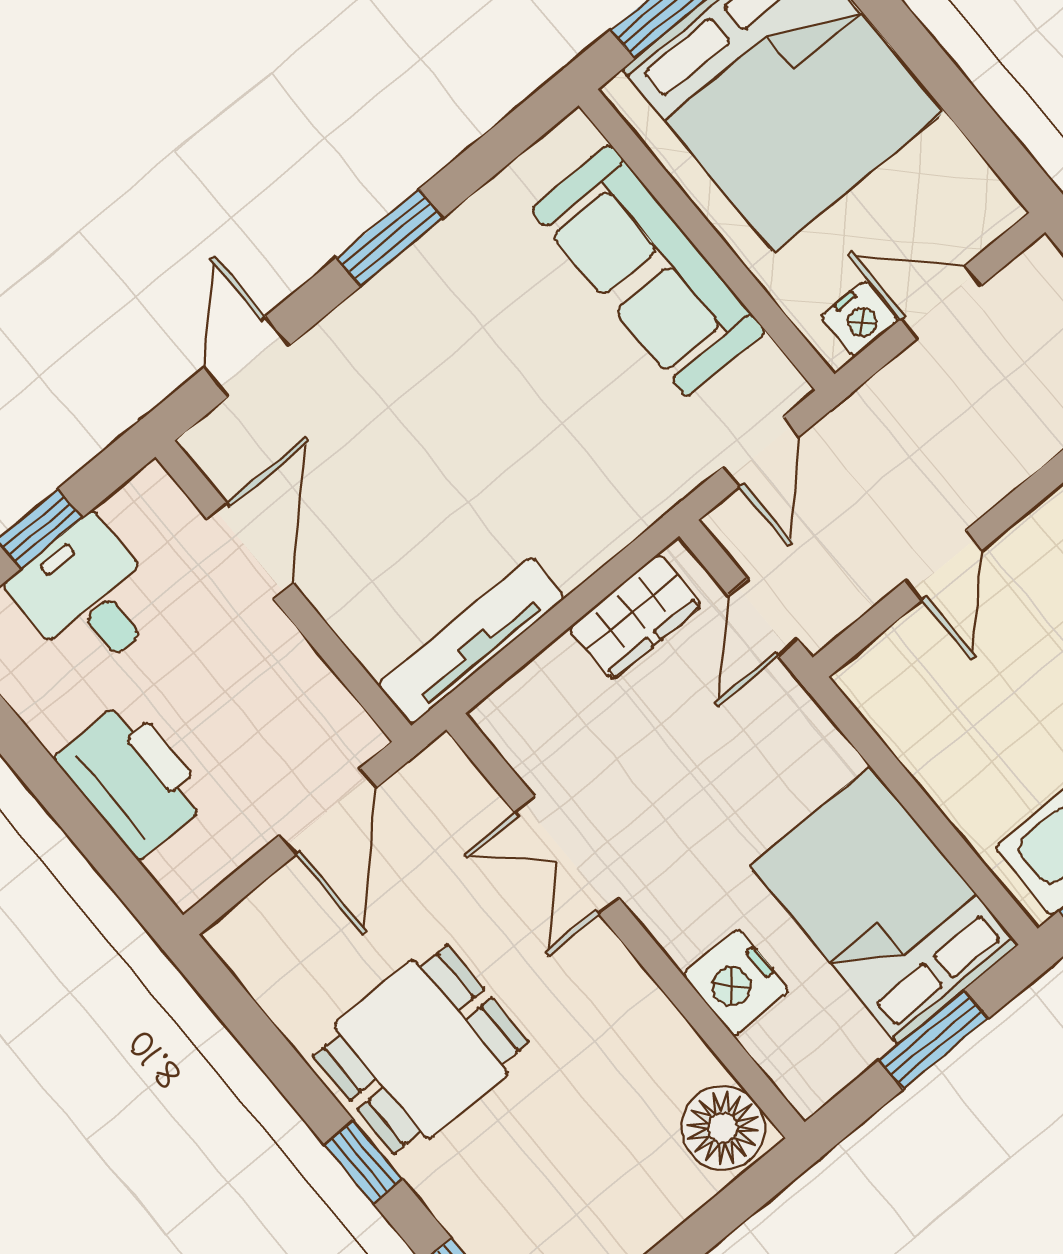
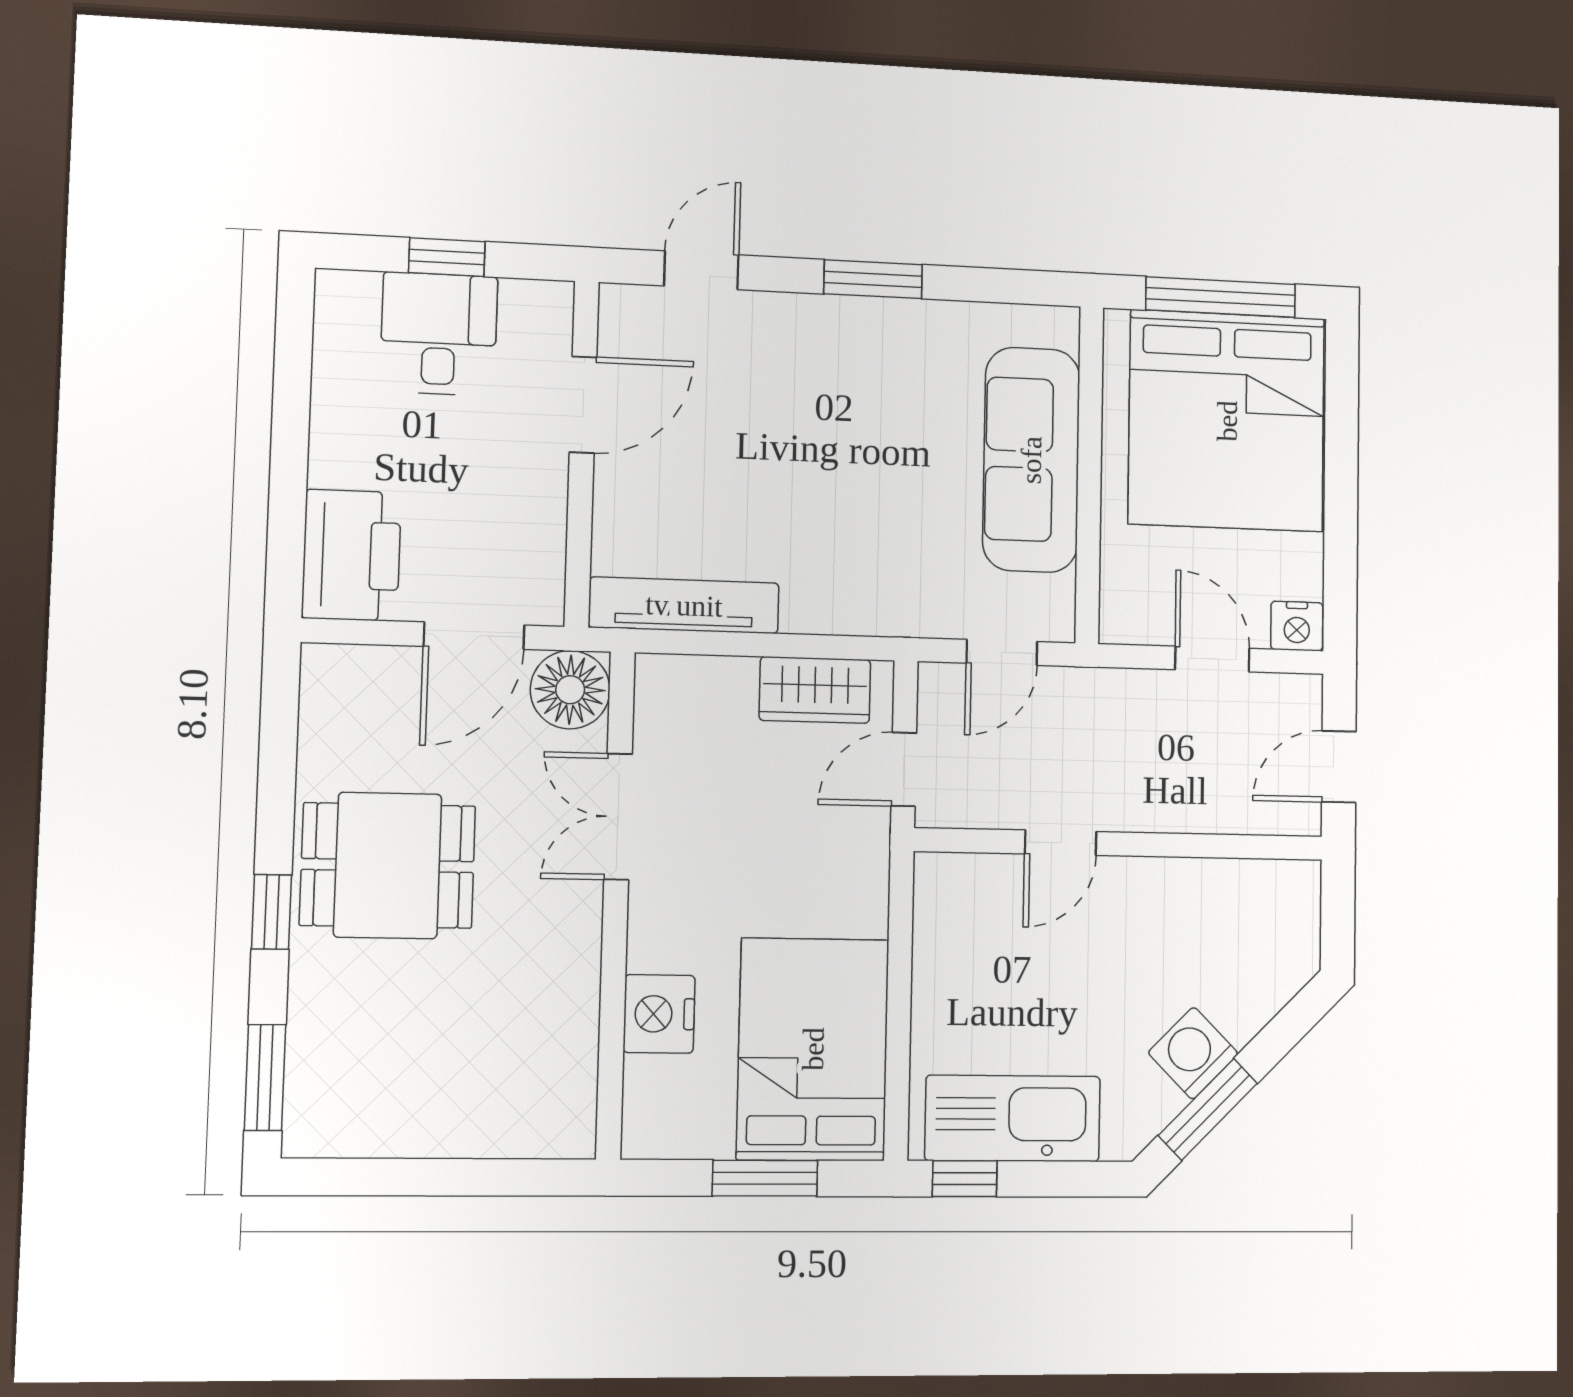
nightstand: (860, 319) -> (1297, 626), moved
printer: (133, 779) -> (351, 555), moved
floor lamp: (723, 1128) -> (570, 690), moved

